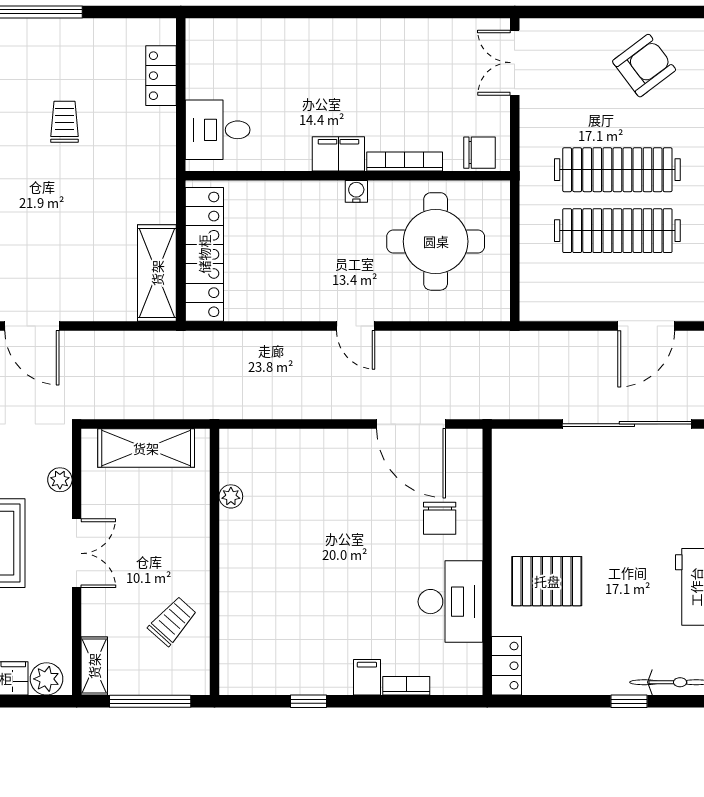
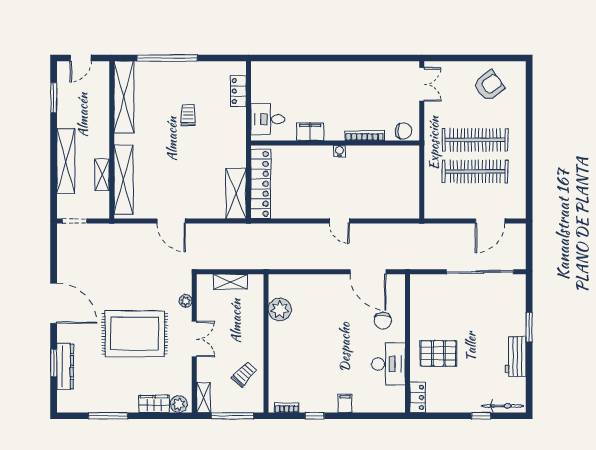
double door: (515, 63) -> (422, 84), swing flipped
filing cabinet: (338, 154) -> (310, 132), moved
round table: (436, 241) -> (381, 177), removed
shelving: (146, 448) -> (230, 282), width x0.67, depth x0.75
plant: (231, 496) -> (280, 309), width x1.88, depth x1.88
bookcase: (406, 686) -> (287, 408), moved

